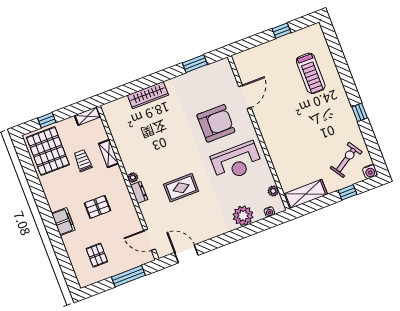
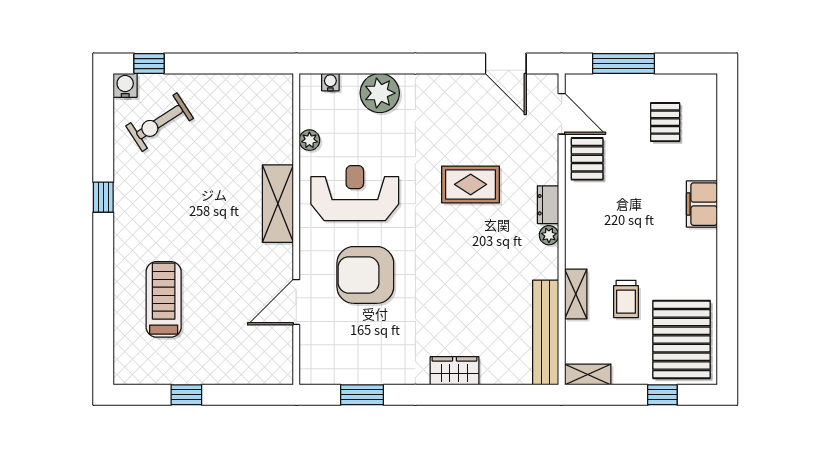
wardrobe: (148, 95) -> (454, 371), width x0.67
bench: (116, 129) -> (546, 333), added
plant: (273, 191) -> (309, 140), moved
window: (348, 192) -> (149, 64), moved
shelving: (305, 194) -> (278, 204), moved, turned 90
pallet: (97, 207) -> (587, 159), moved, turned 90

